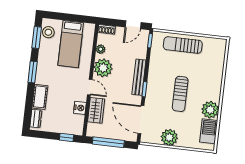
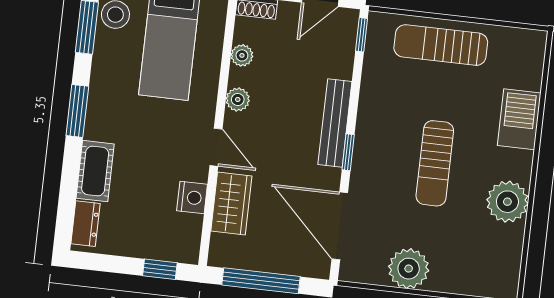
plant: (103, 68) -> (238, 99), width x0.53, depth x0.53
barbecue: (209, 131) -> (519, 119), moved

